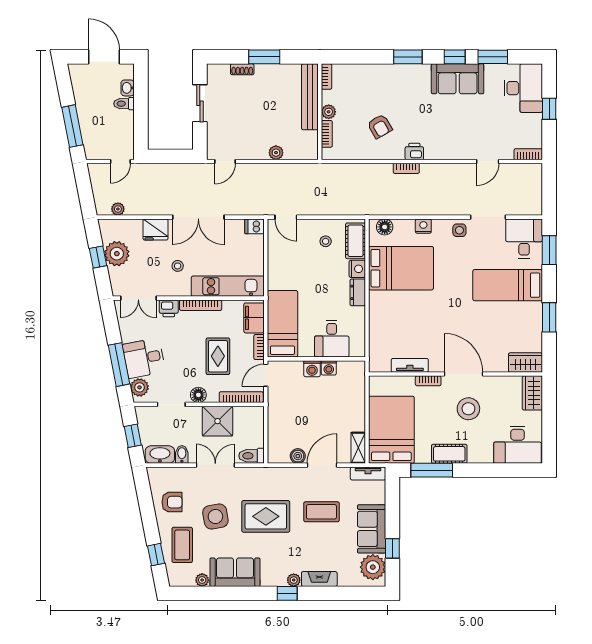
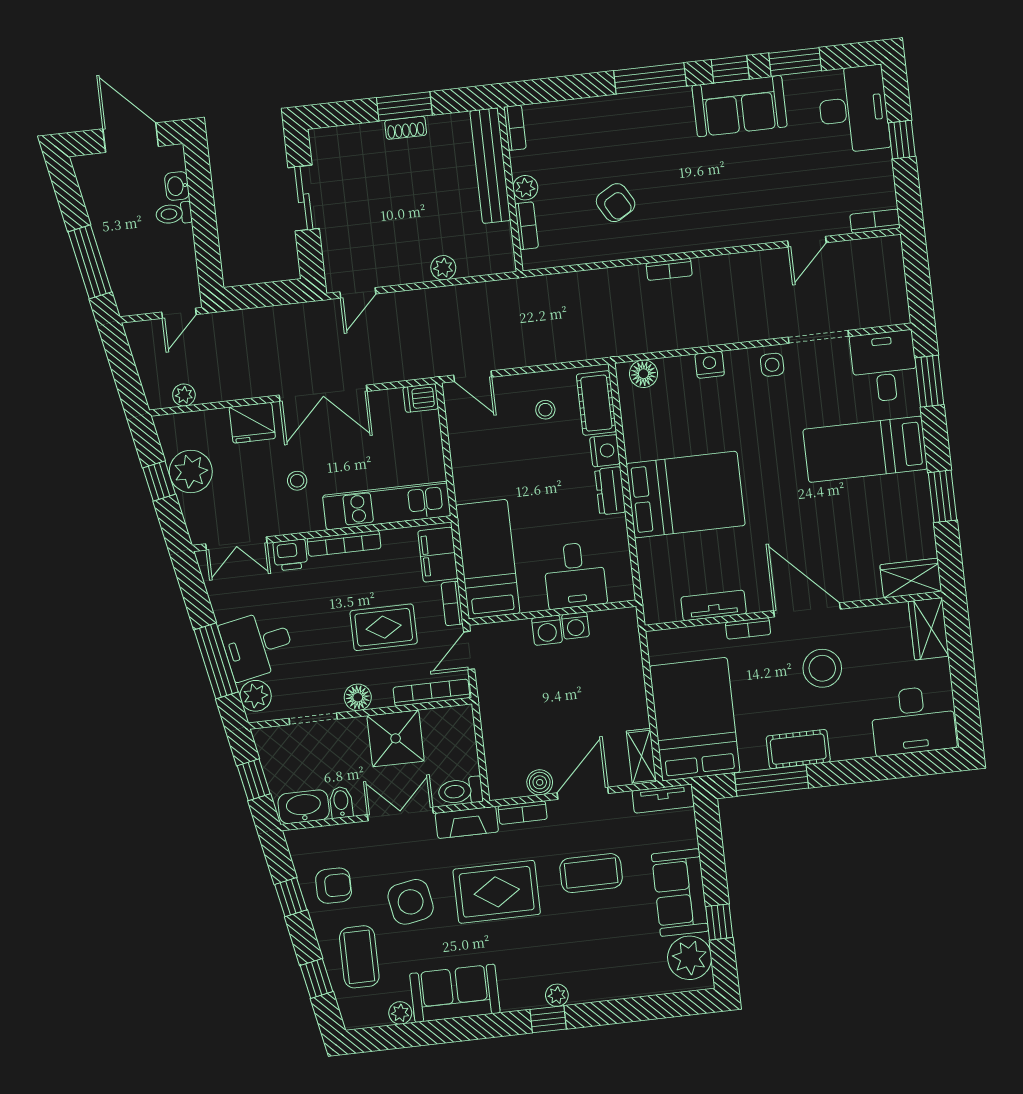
window: (408, 57) -> (650, 78), width x1.44
shoe rack: (242, 69) -> (406, 128), moved
printer: (414, 152) -> (680, 239), removed
bed: (401, 268) -> (686, 495), moved
rug: (218, 356) -> (384, 627), turned 90
bookcase: (286, 472) -> (523, 813), added
window: (147, 506) -> (291, 897), added
fireplace: (319, 579) -> (467, 822), moved, turned 180

